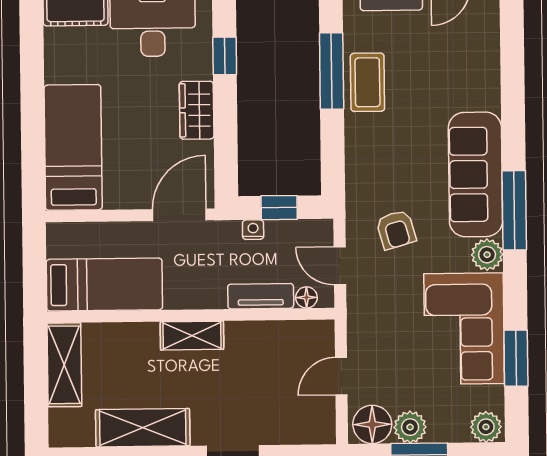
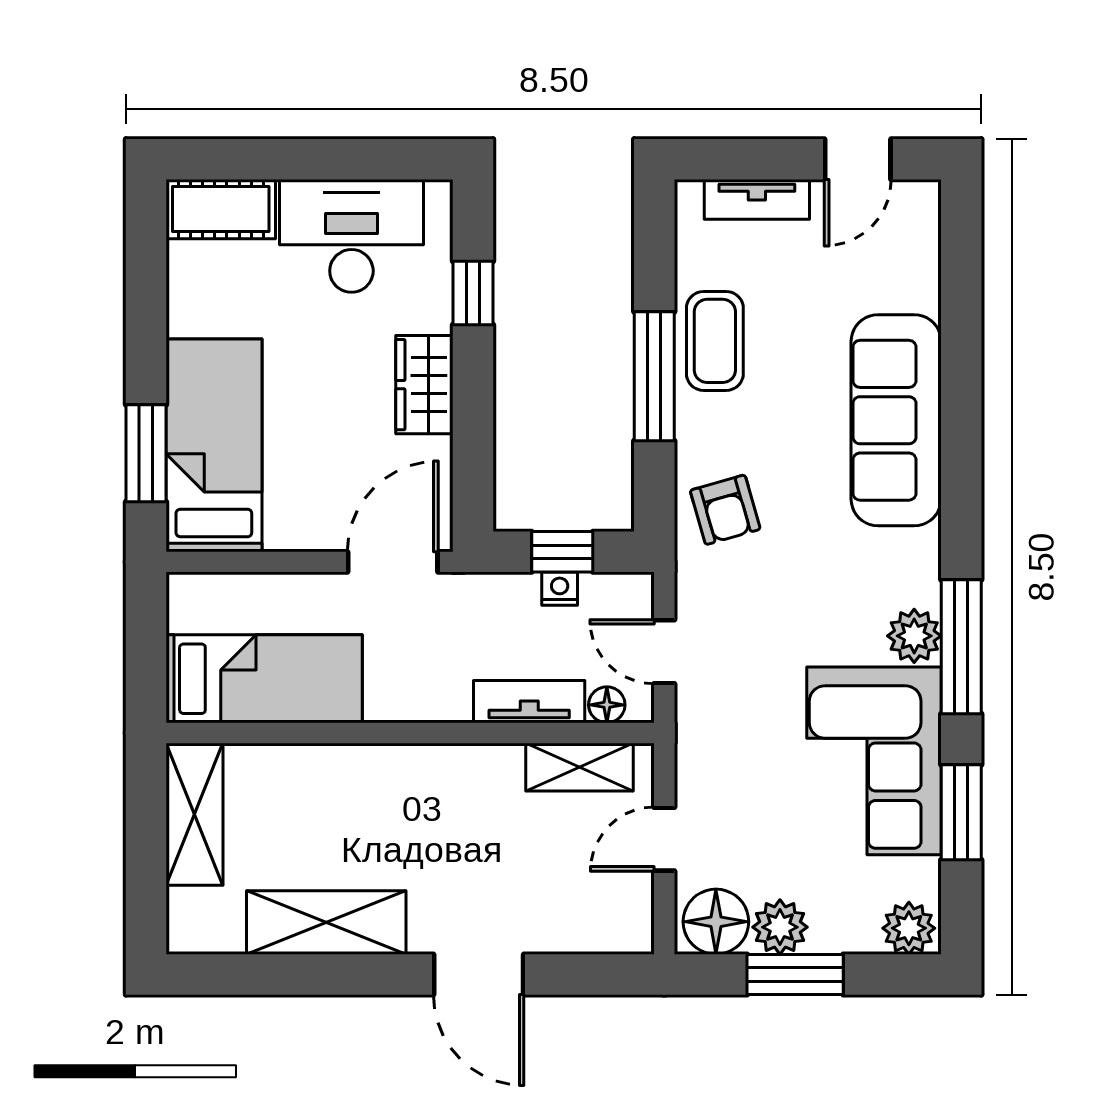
window: (332, 71) -> (654, 376), moved
window: (33, 153) -> (146, 453), added
sofa: (475, 174) -> (896, 420), moved
window: (514, 210) -> (961, 647), moved
nightstand: (253, 230) -> (560, 589), moved
armchair: (396, 230) -> (725, 510), moved
shelving: (192, 336) -> (579, 767), moved

